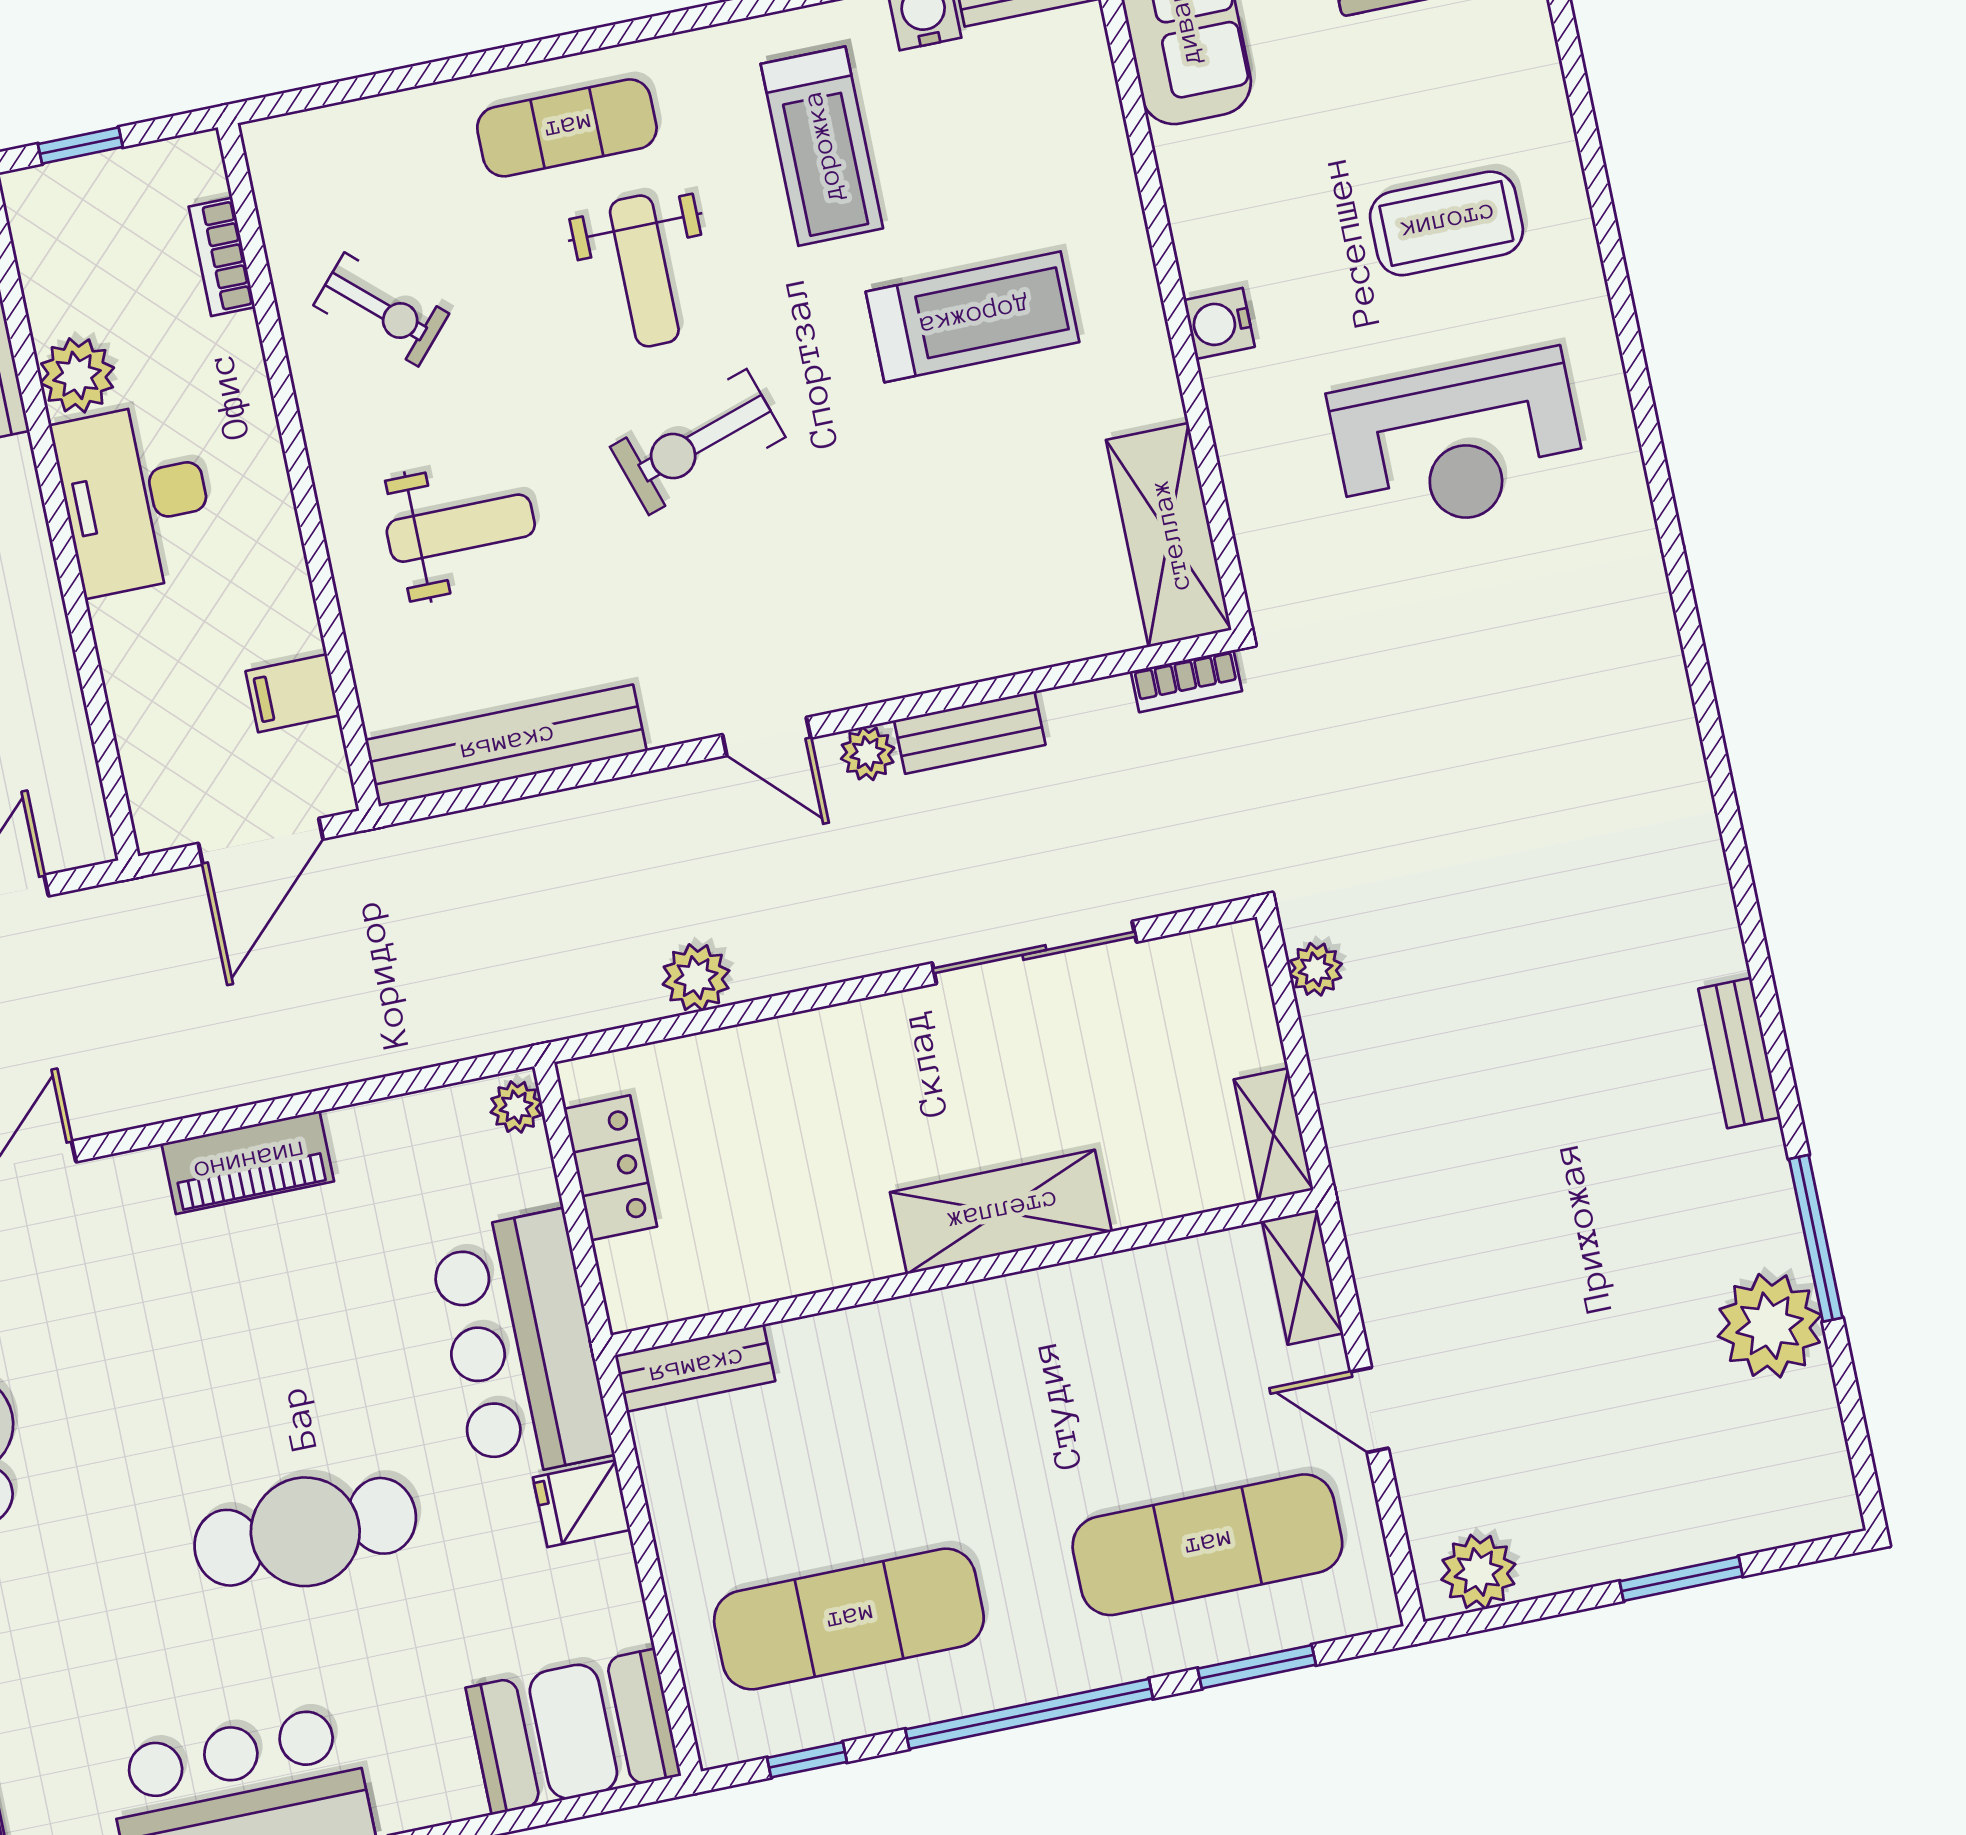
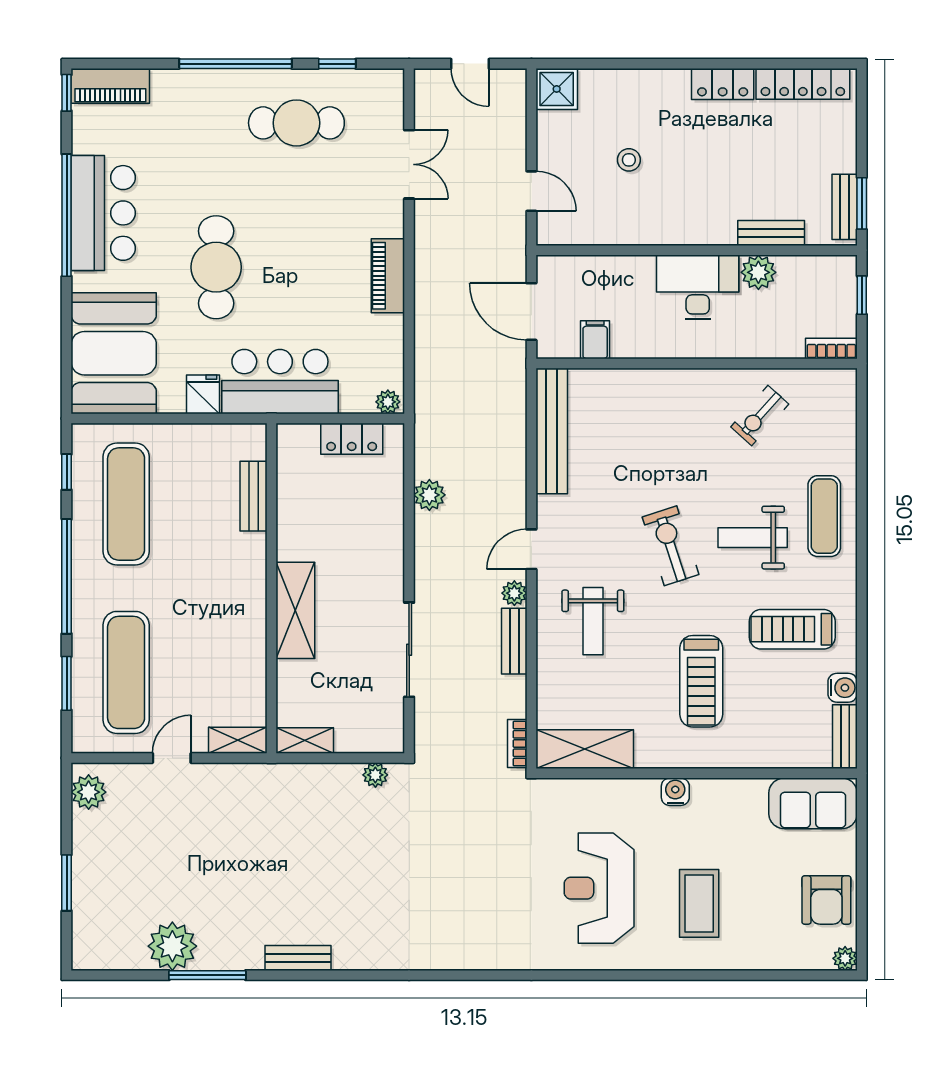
bookcase: (222, 257) -> (831, 349), moved
weight bench: (461, 528) -> (593, 621), moved
bench: (695, 1368) -> (254, 496), moved
booth: (573, 1732) -> (114, 353), width x1.36, depth x1.42

